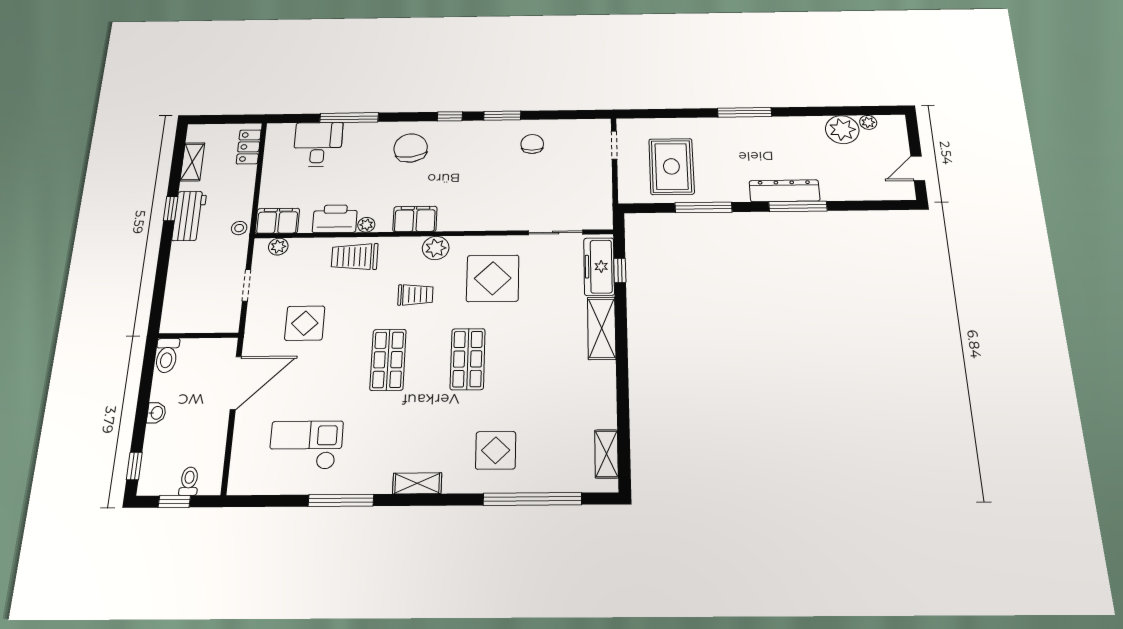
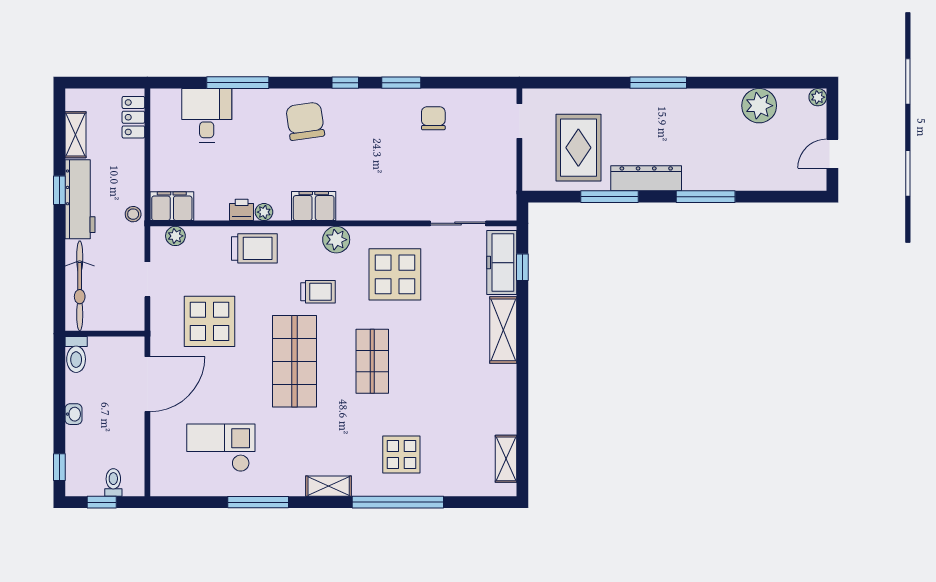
plant: (868, 122) -> (818, 97), moved
dresser: (784, 191) -> (646, 178), moved
workbench: (189, 216) -> (80, 199), width x1.38
printer: (335, 219) -> (242, 210), width x0.53, depth x0.68
trolley: (355, 257) -> (254, 248), turned 180
bicycle: (179, 292) -> (80, 286), added
display table: (305, 323) -> (209, 321), width x1.36, depth x1.36
shop shelf: (388, 360) -> (294, 361), width x1.43, depth x1.36
window: (532, 499) -> (398, 502), moved

